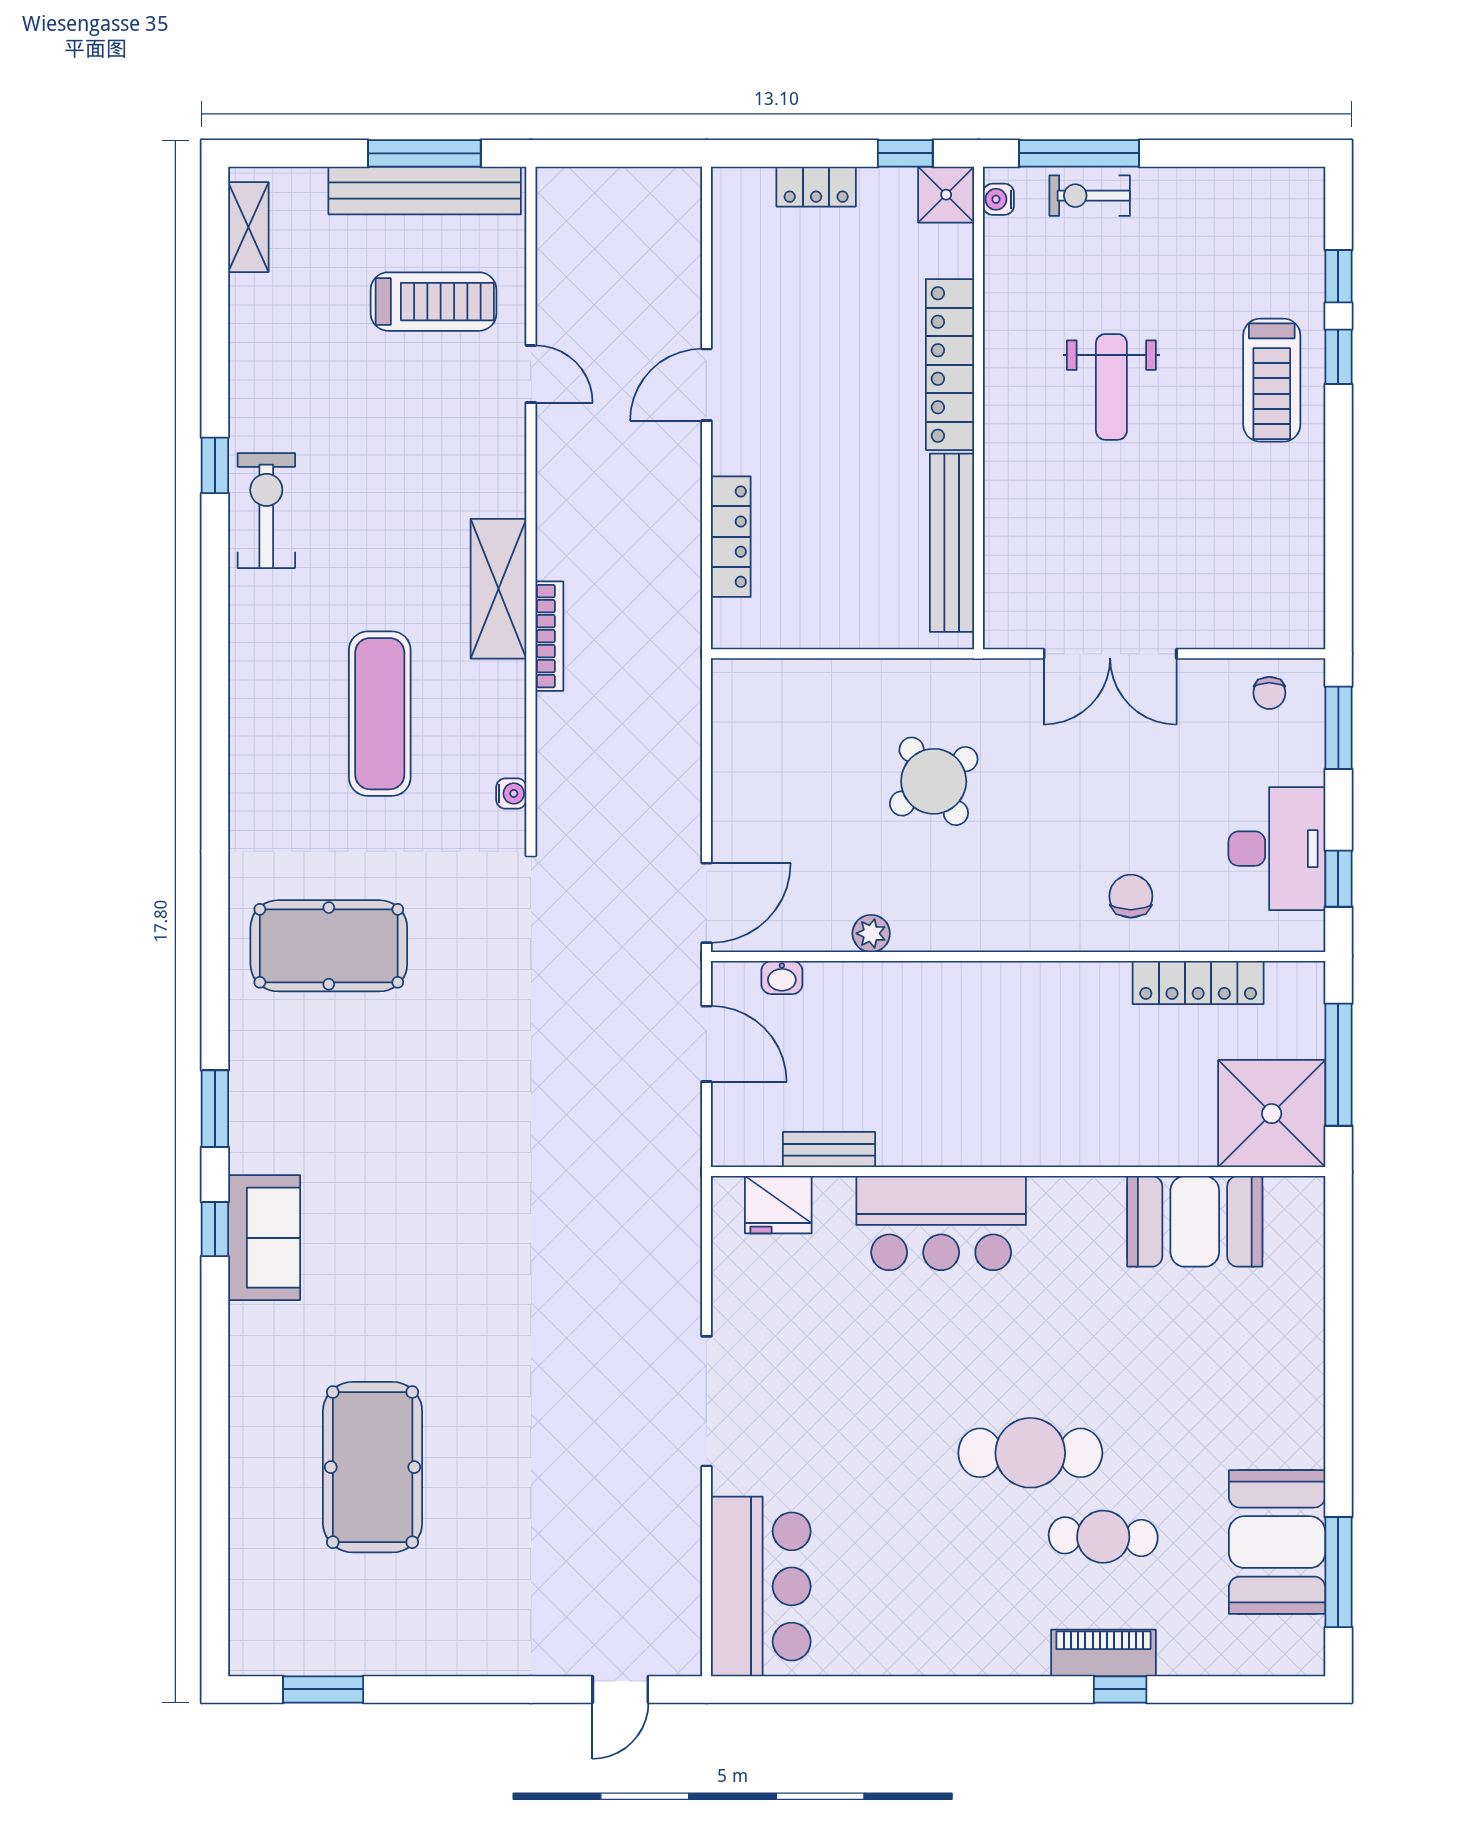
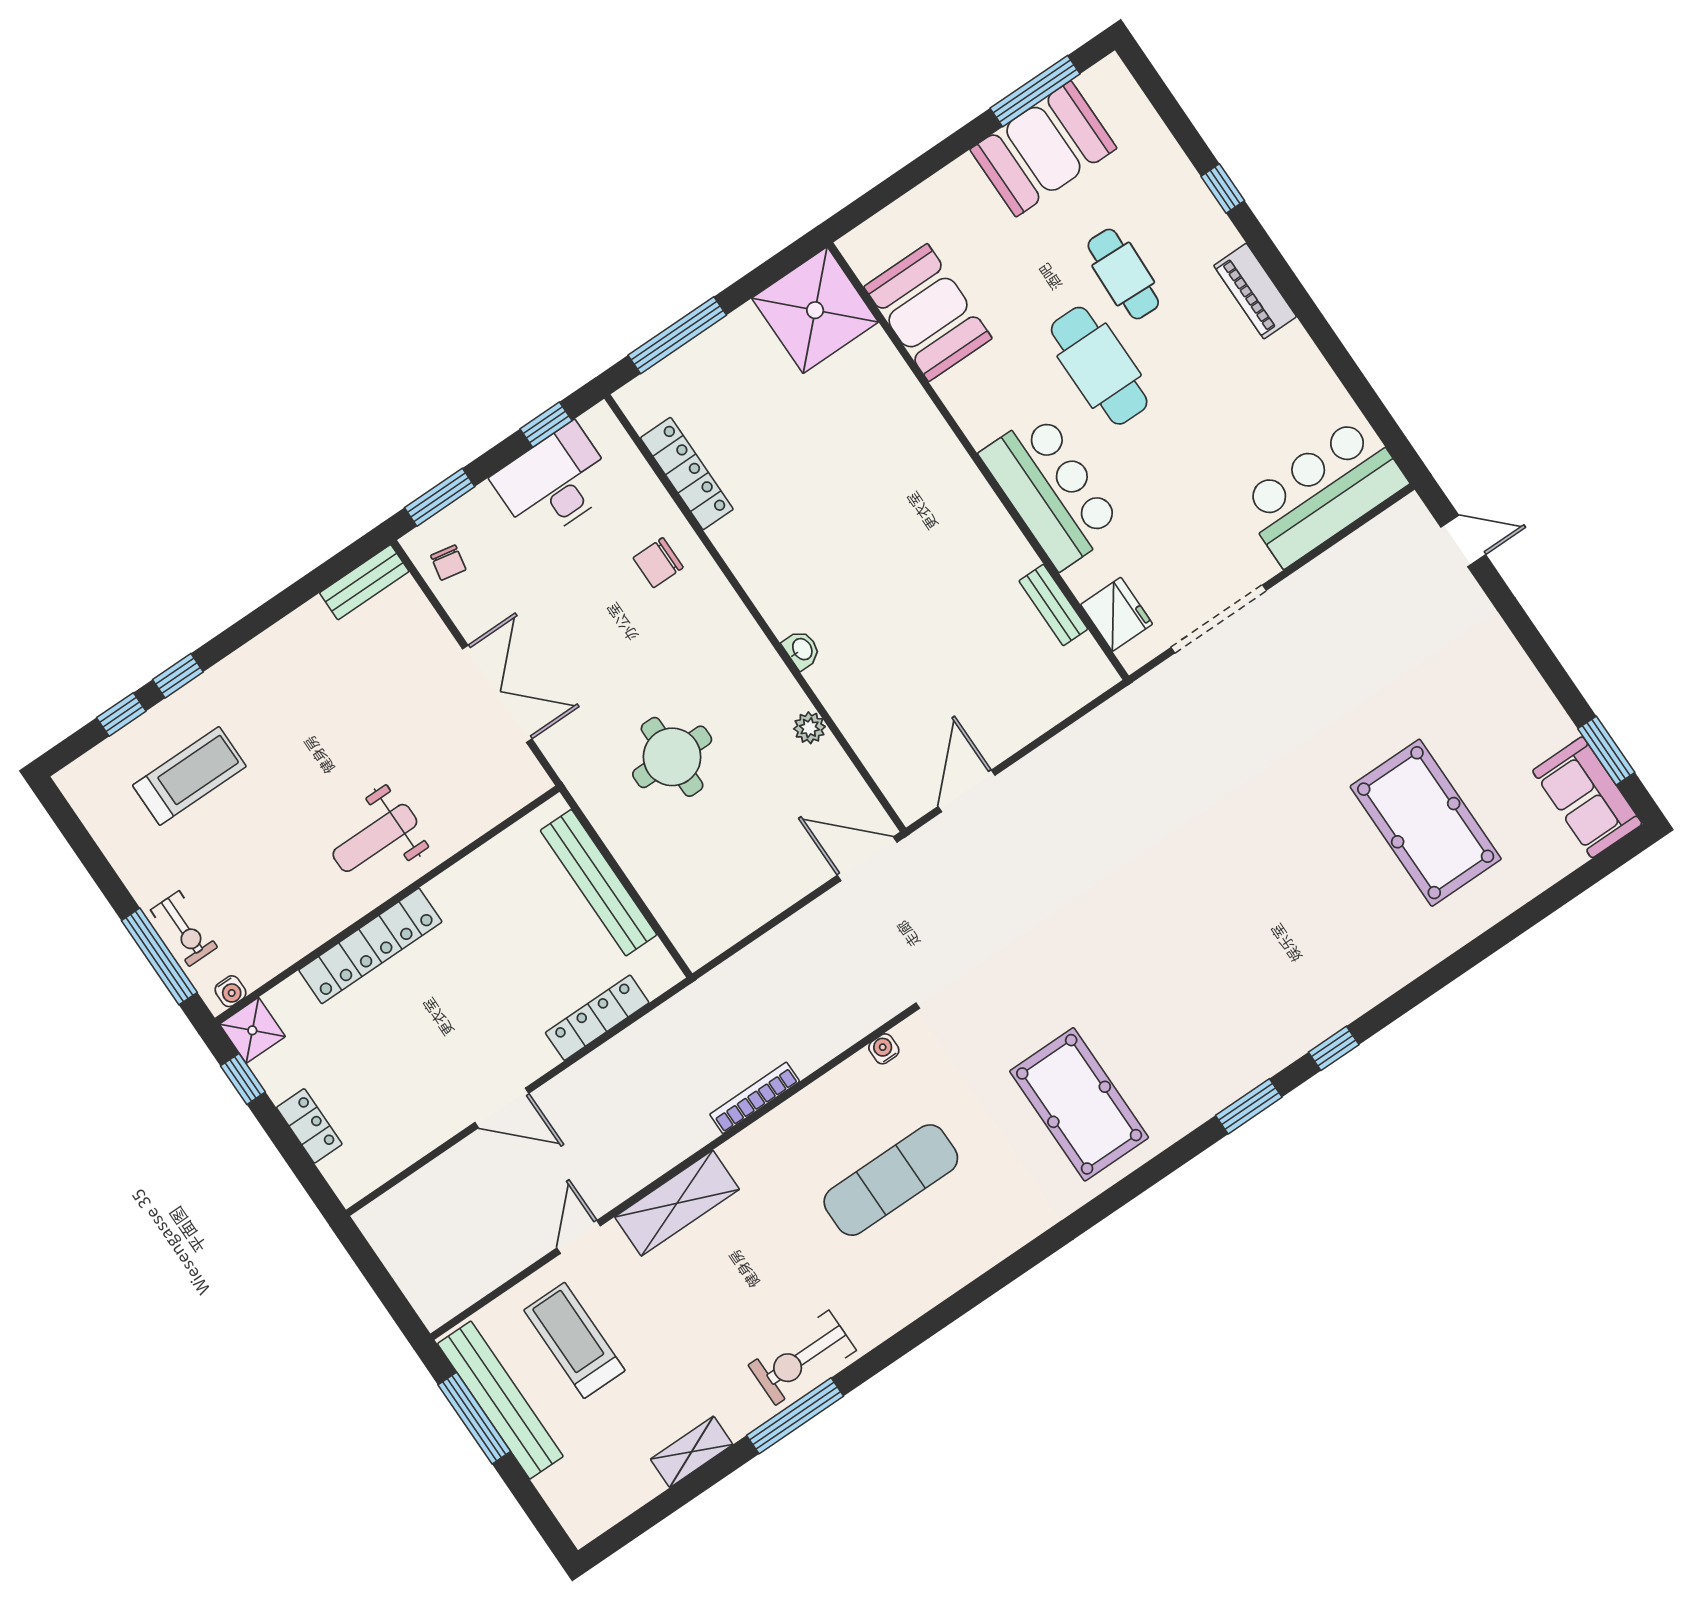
shelving: (248, 227) -> (692, 1452), moved
treadmill: (1272, 380) -> (189, 776), moved
weight bench: (1111, 387) -> (375, 838), moved, turned 180
window: (215, 465) -> (795, 1416), width x2.17
bench: (952, 543) -> (599, 883), moved, turned 90
shelving: (499, 589) -> (677, 1203), moved
bench: (1306, 599) -> (364, 582), added
chair: (1269, 693) -> (448, 563), turned 101
round table: (934, 781) -> (672, 757), turned 35
washbasin: (782, 978) -> (802, 650), moved
shower: (1272, 1114) -> (815, 310), moved
bench: (829, 1150) -> (1053, 605), moved
wall: (1018, 1172) -> (978, 461), moved
fridge: (778, 1205) -> (1117, 614), moved
booth: (1195, 1221) -> (928, 313), moved
bar counter: (941, 1223) -> (1051, 491), moved
sofa: (264, 1238) -> (1587, 797), moved, turned -90
pool table: (373, 1467) -> (1426, 823), turned 90
piano: (1103, 1653) -> (1255, 291), moved

